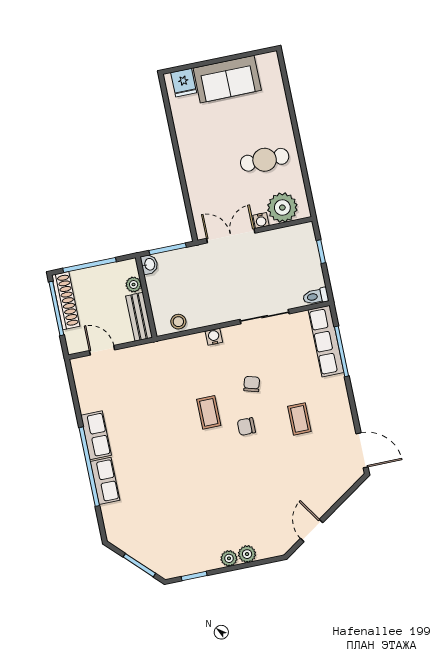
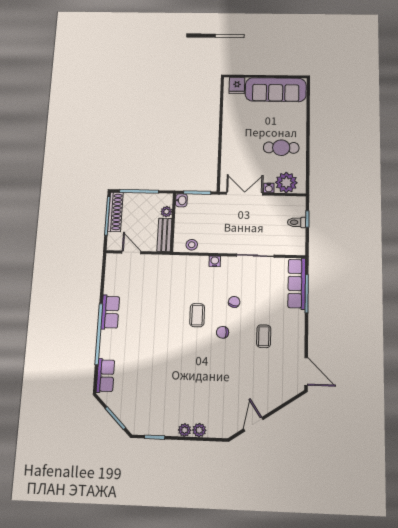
sofa: (227, 79) -> (276, 90), width x1.36
toilet: (316, 296) -> (297, 222), moved
row of seats: (105, 481) -> (105, 376), moved

